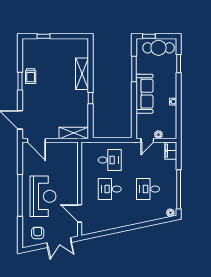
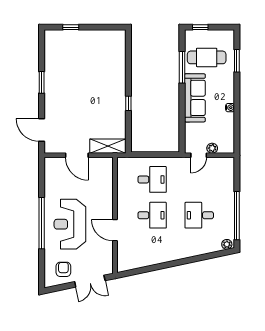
cafe table: (158, 48) -> (207, 57), moved
shelving: (82, 74) -> (118, 73), removed
trolley: (31, 76) -> (55, 76), removed
door: (36, 140) -> (77, 155), moved
filing cabinet: (171, 151) -> (227, 168), removed
desk: (110, 189) -> (152, 215), turned 180
reception desk: (43, 196) -> (70, 224), turned 180
door: (80, 213) -> (115, 230), moved

